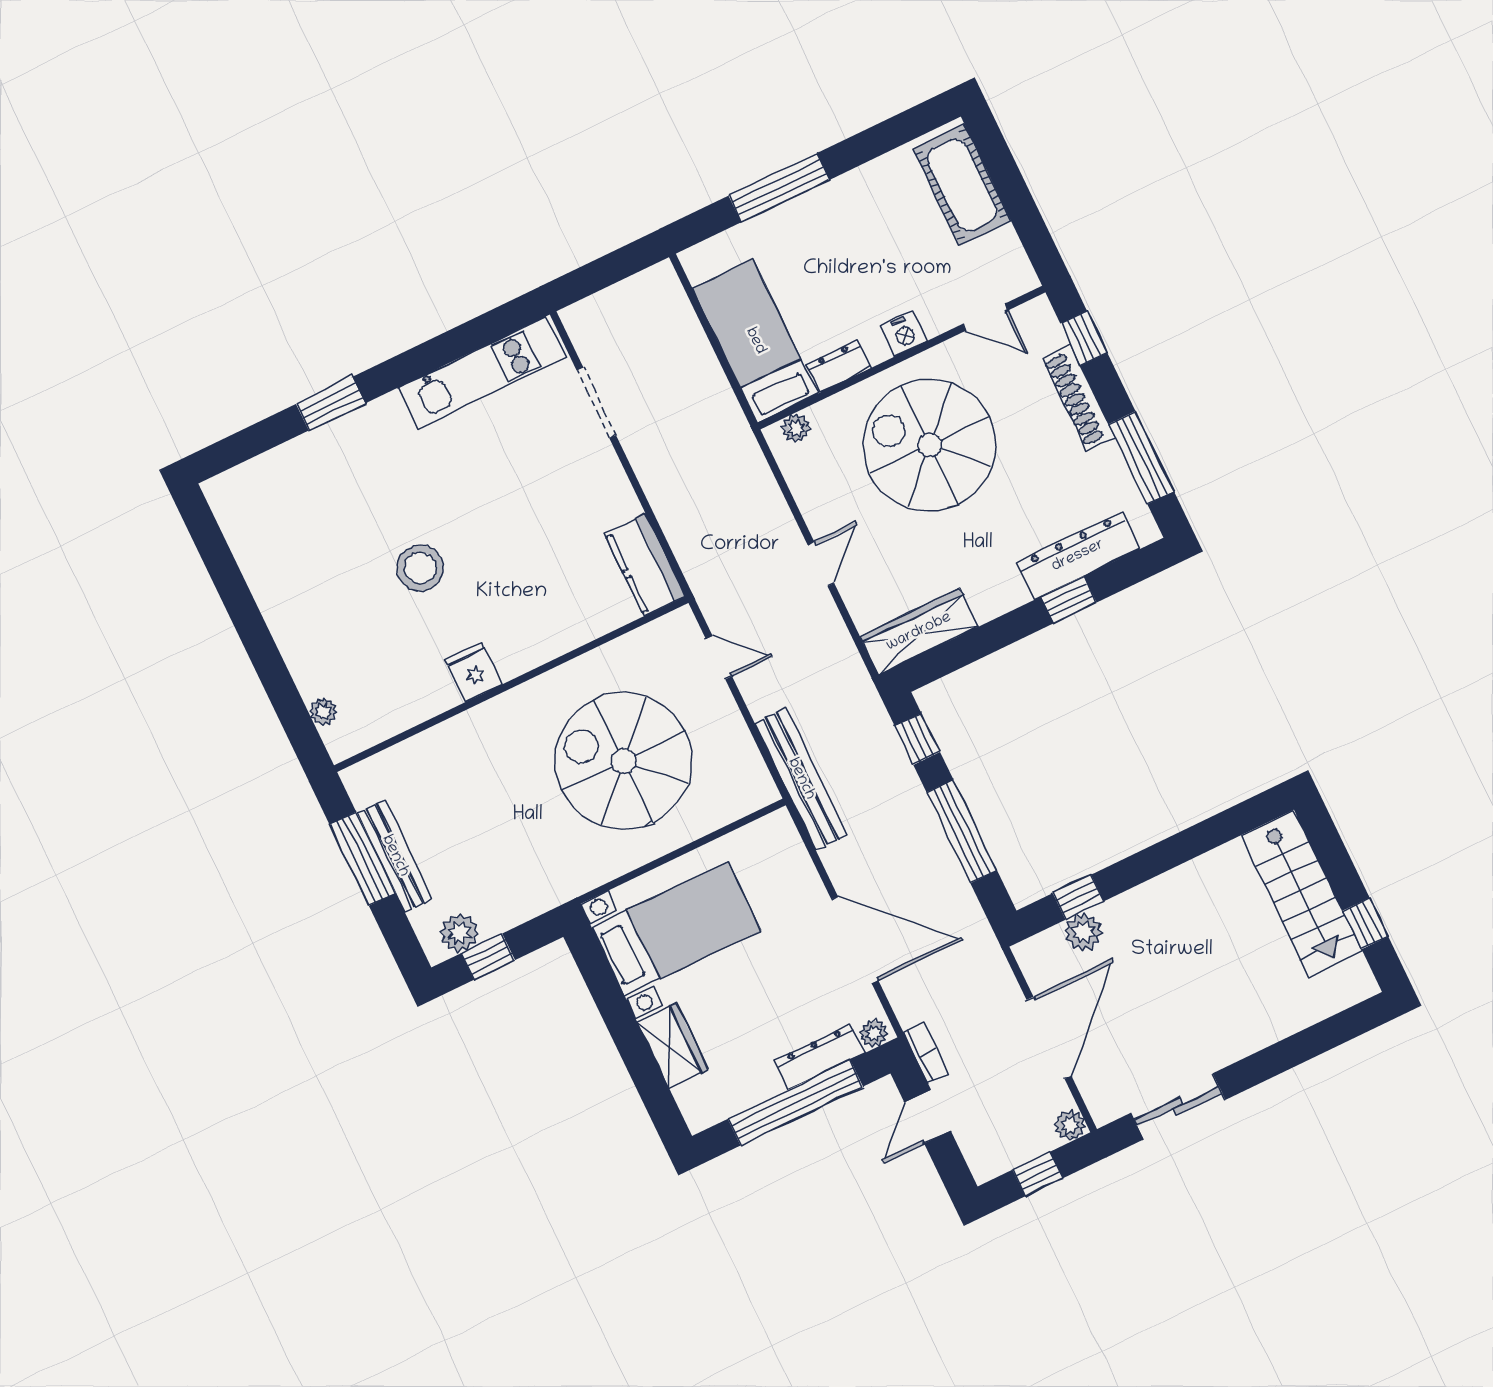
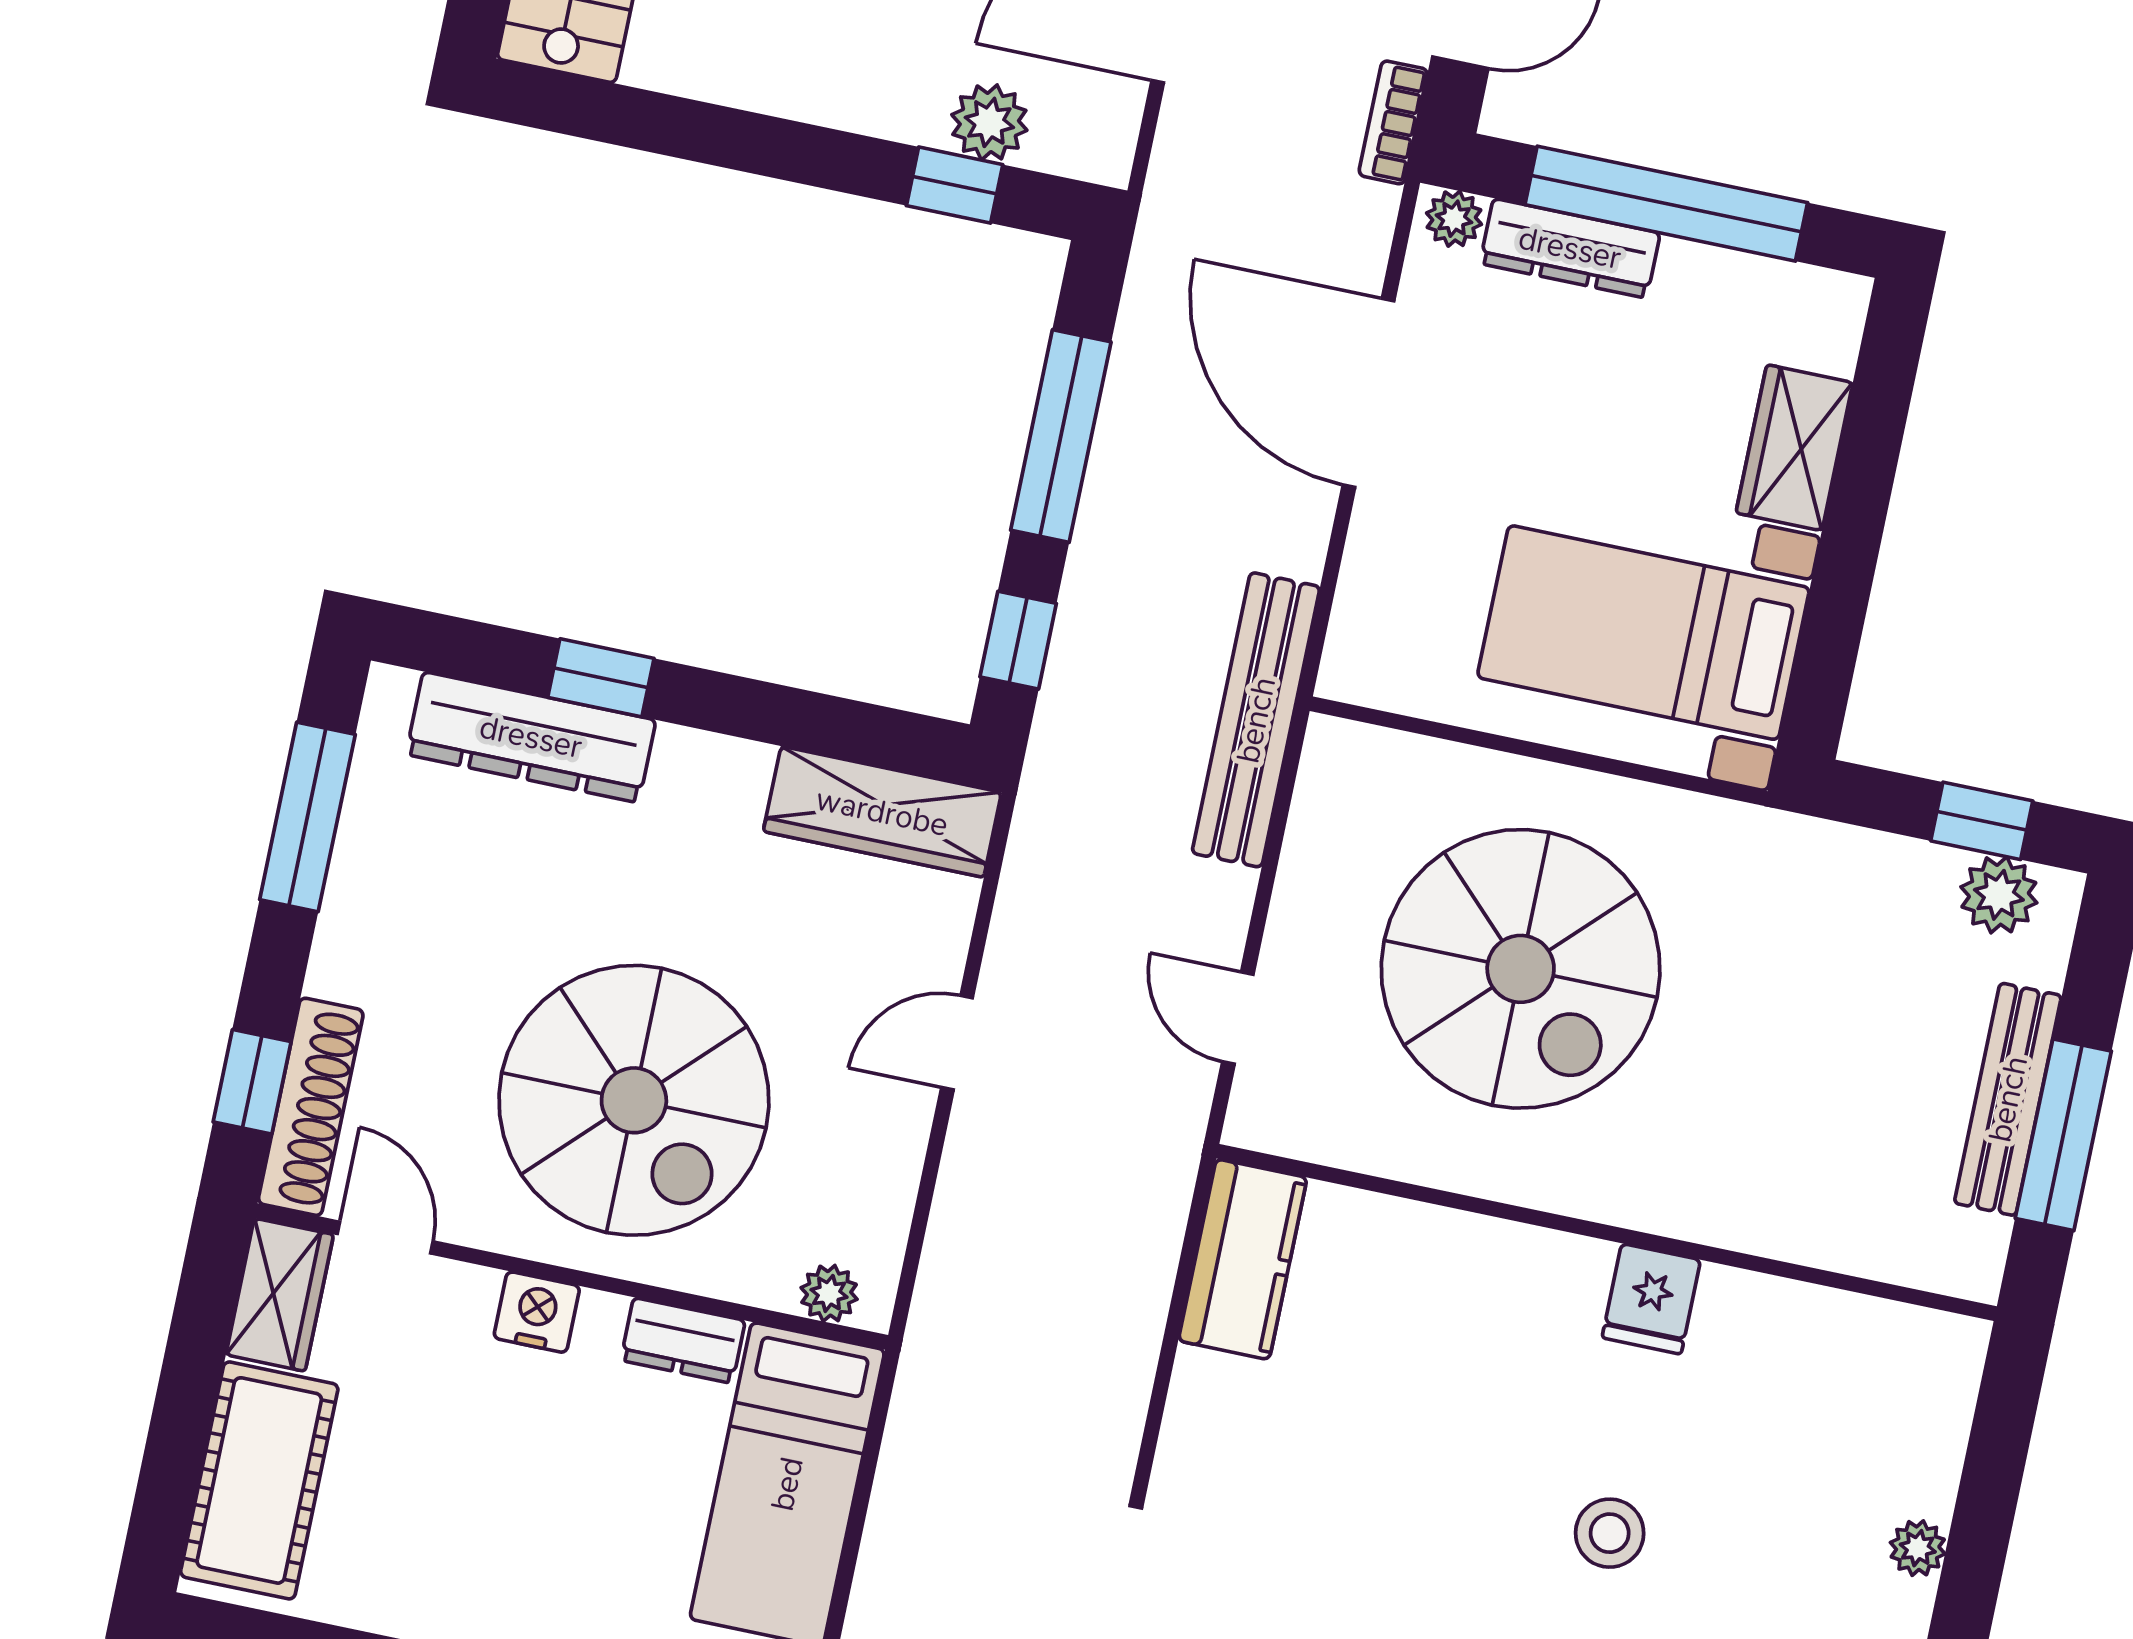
wardrobe: (1009, 263) -> (280, 1295), added
shoe rack: (1078, 398) -> (311, 1107), moved
stool: (420, 568) -> (1610, 1533), width x0.73, depth x0.73
plant: (323, 712) -> (1918, 1548), moved

